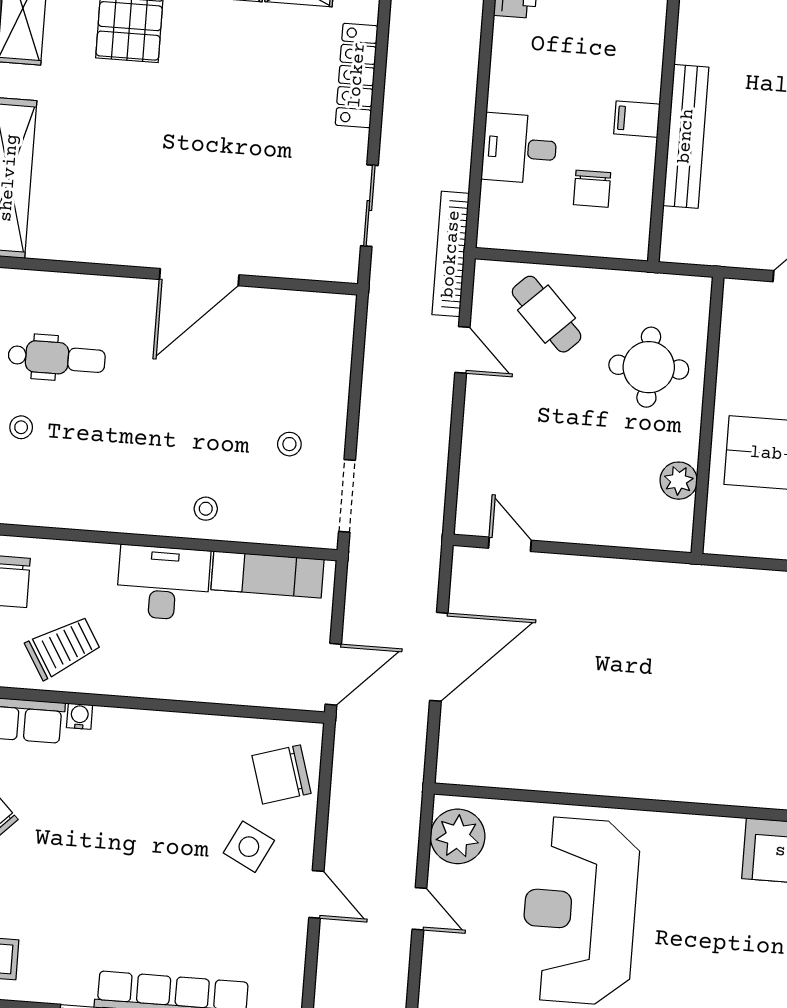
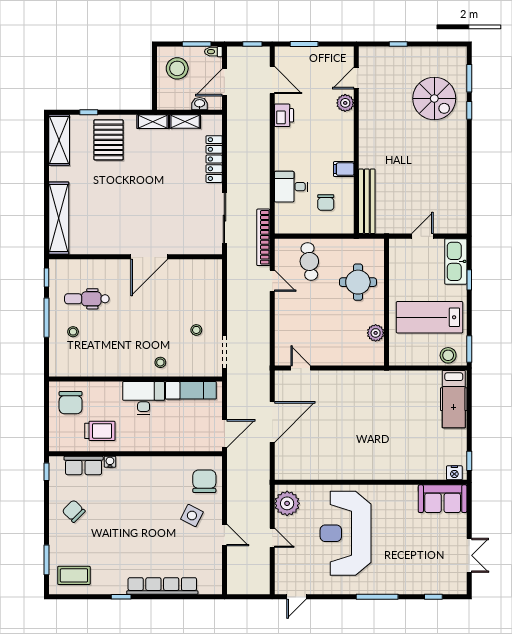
bench: (686, 136) -> (367, 201), moved
sliding door: (369, 206) -> (224, 218), width x1.37
cafe table: (547, 314) -> (309, 261), turned 36
dental chair: (57, 358) -> (87, 299), turned 180
trolley: (63, 647) -> (100, 431), turned 31
chair: (282, 774) -> (204, 481), turned 107

